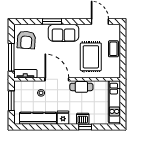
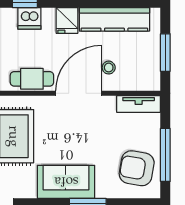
armchair: (26, 40) -> (137, 168), turned -84
window: (11, 57) -> (165, 155), moved
door: (57, 79) -> (78, 93), swing flipped

